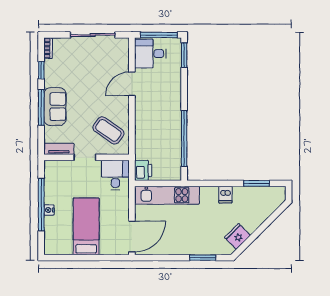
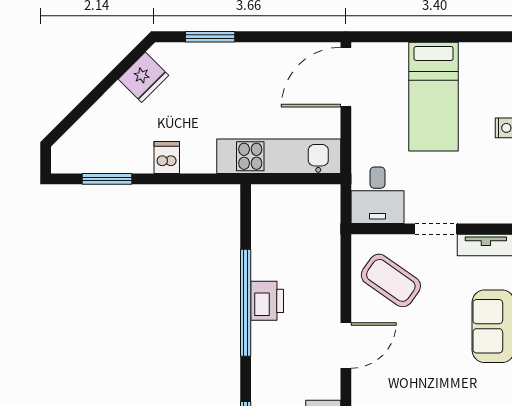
door: (132, 84) -> (346, 345), moved
window: (184, 138) -> (246, 303), moved
printer: (143, 170) -> (267, 301), moved, turned 180

